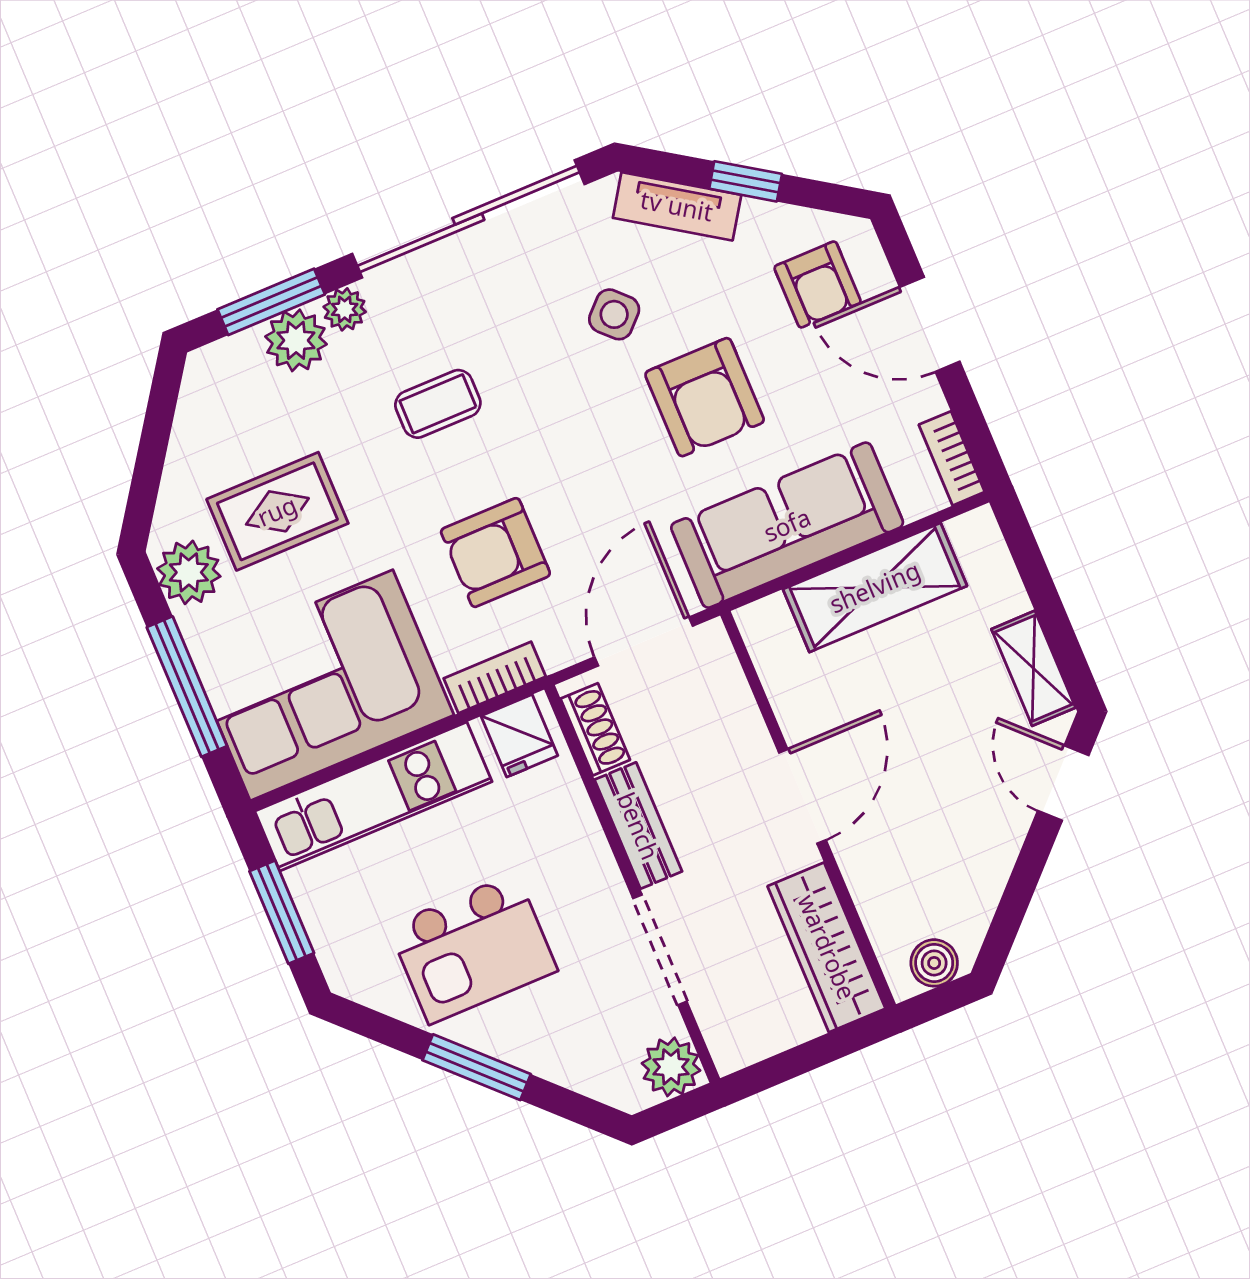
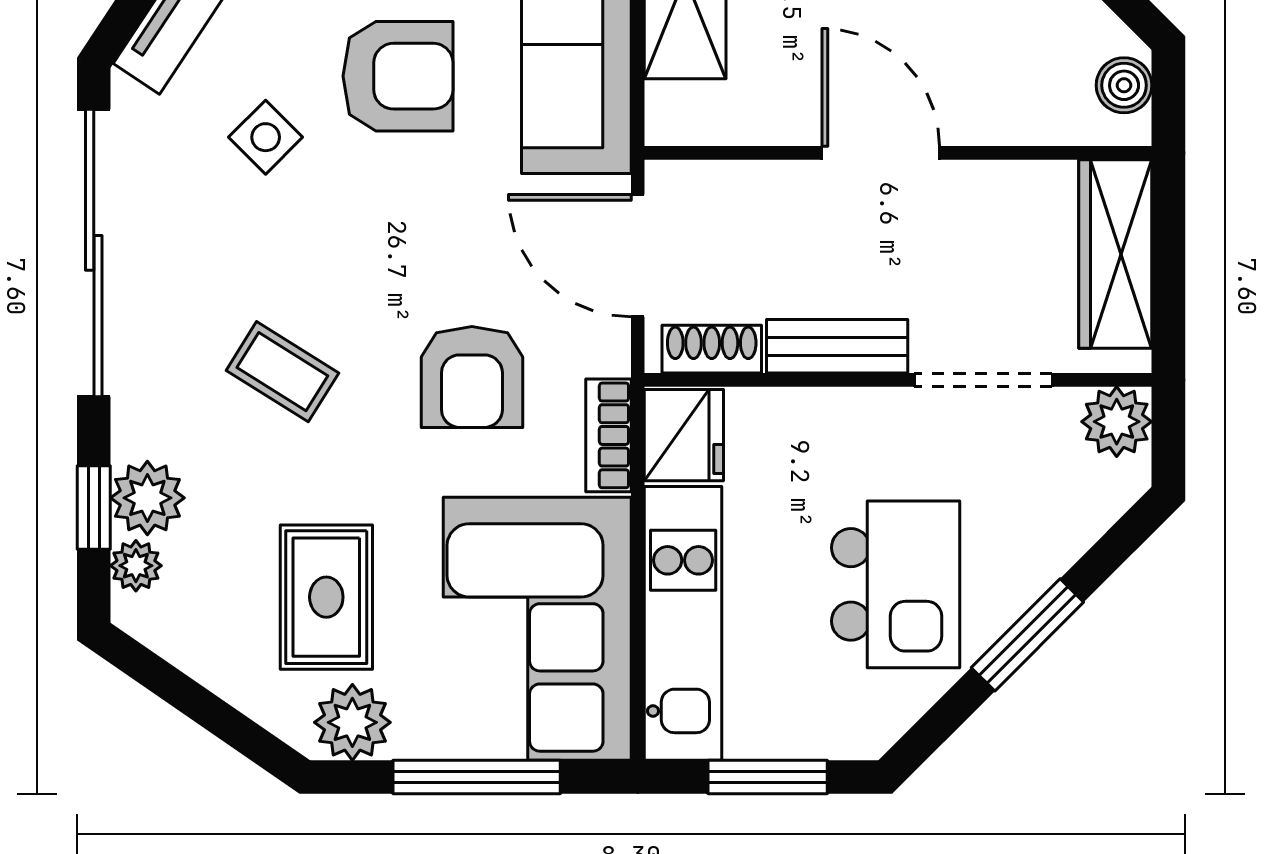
window: (271, 302) -> (94, 507), width x0.67
plant: (345, 309) -> (136, 566), moved
coffee table: (438, 404) -> (282, 372), turned -58
fridge: (519, 736) -> (684, 435), width x1.38
wardrobe: (827, 947) -> (1115, 254), moved, turned 90

